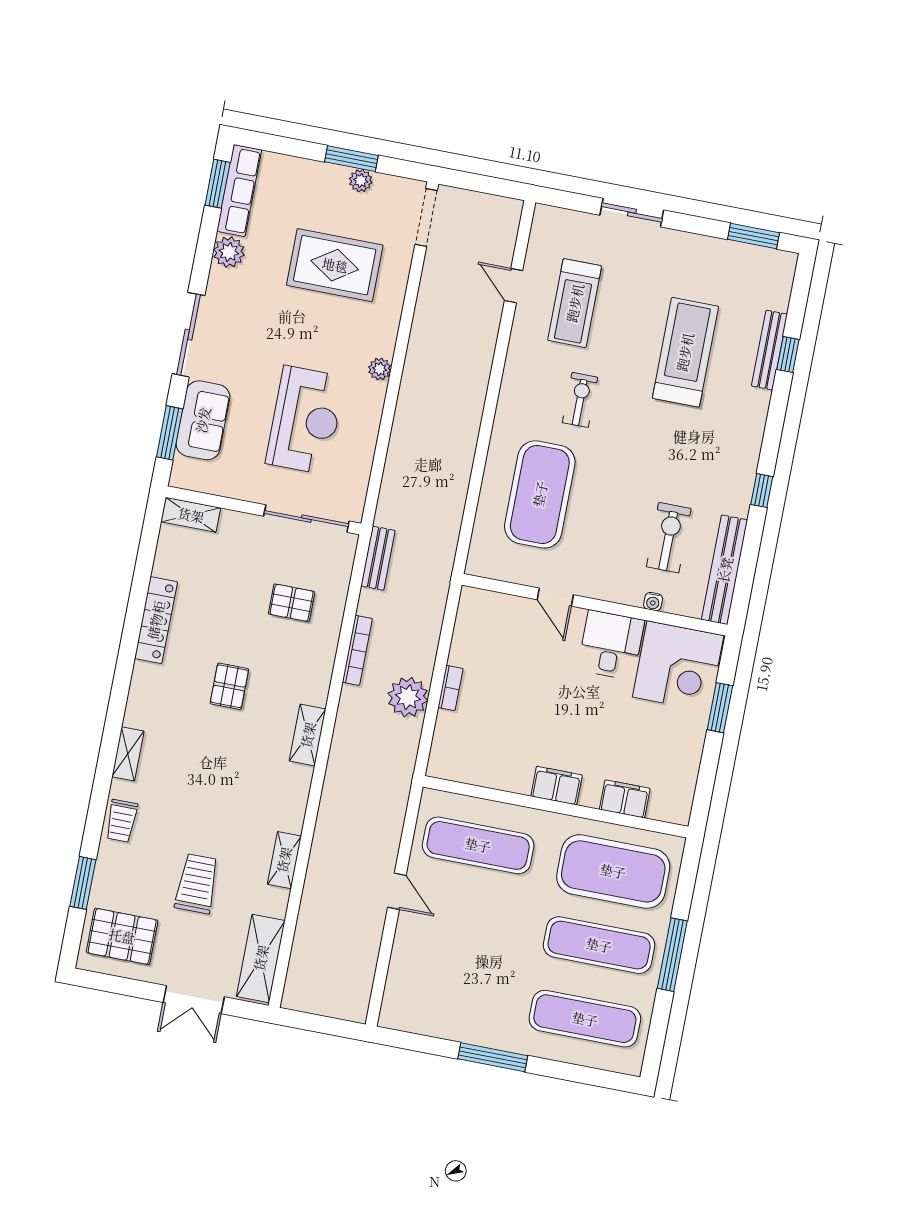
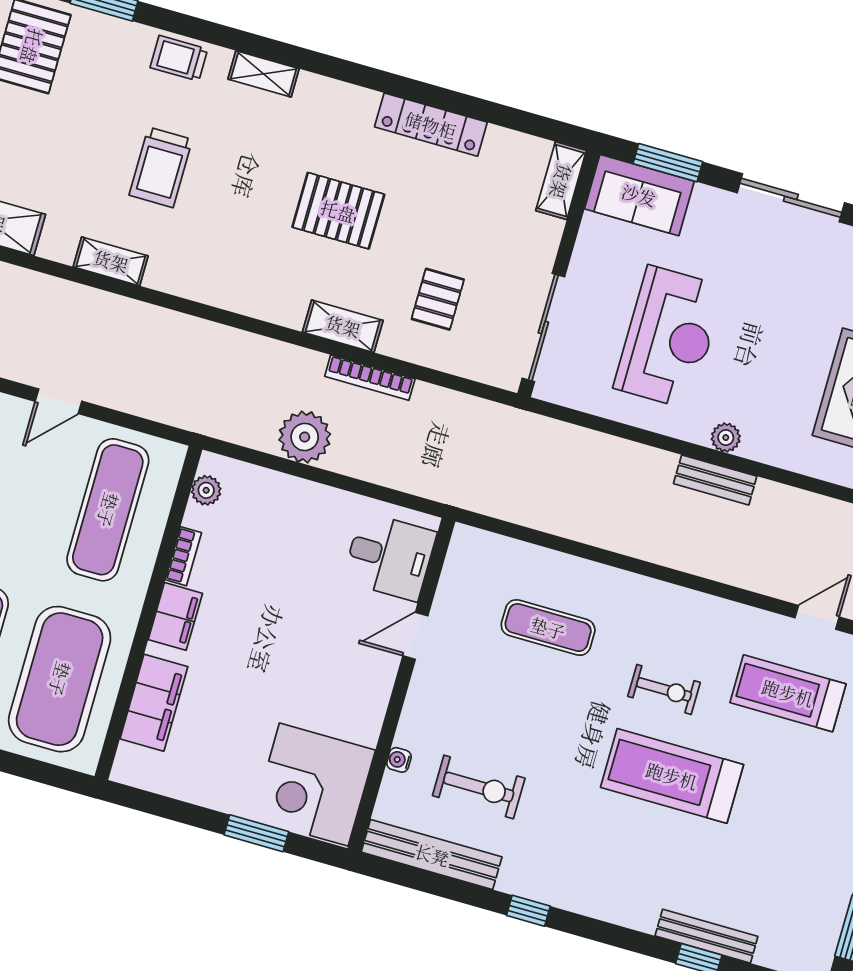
treadmill: (685, 352) -> (672, 776), moved, turned 180
sofa: (203, 420) -> (639, 195), moved
reception desk: (305, 420) -> (669, 337), turned -90
exercise mat: (540, 494) -> (548, 628), width x0.50, depth x0.69
bench: (378, 558) -> (715, 480), moved
desk: (611, 645) -> (390, 557), moved
pallet: (229, 686) -> (338, 211), width x1.50, depth x1.42
bookcase: (450, 688) -> (183, 556), moved, turned -90
shelving: (308, 735) -> (343, 326), moved
plant: (456, 770) -> (206, 490), added
filing cabinet: (625, 799) -> (154, 703), width x1.50, depth x1.17
trolley: (197, 884) -> (161, 167), moved, turned 90

